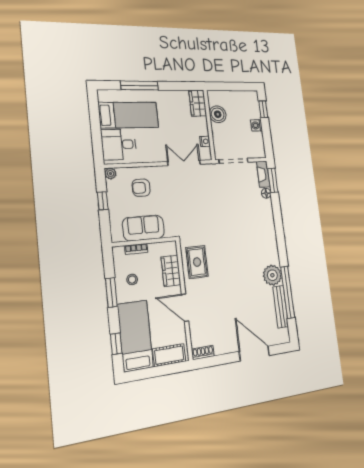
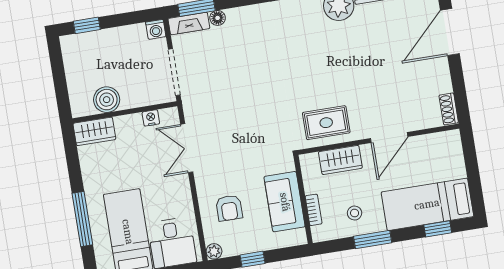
washing machine: (257, 125) -> (156, 29), moved
cot: (169, 355) -> (452, 157), removed

